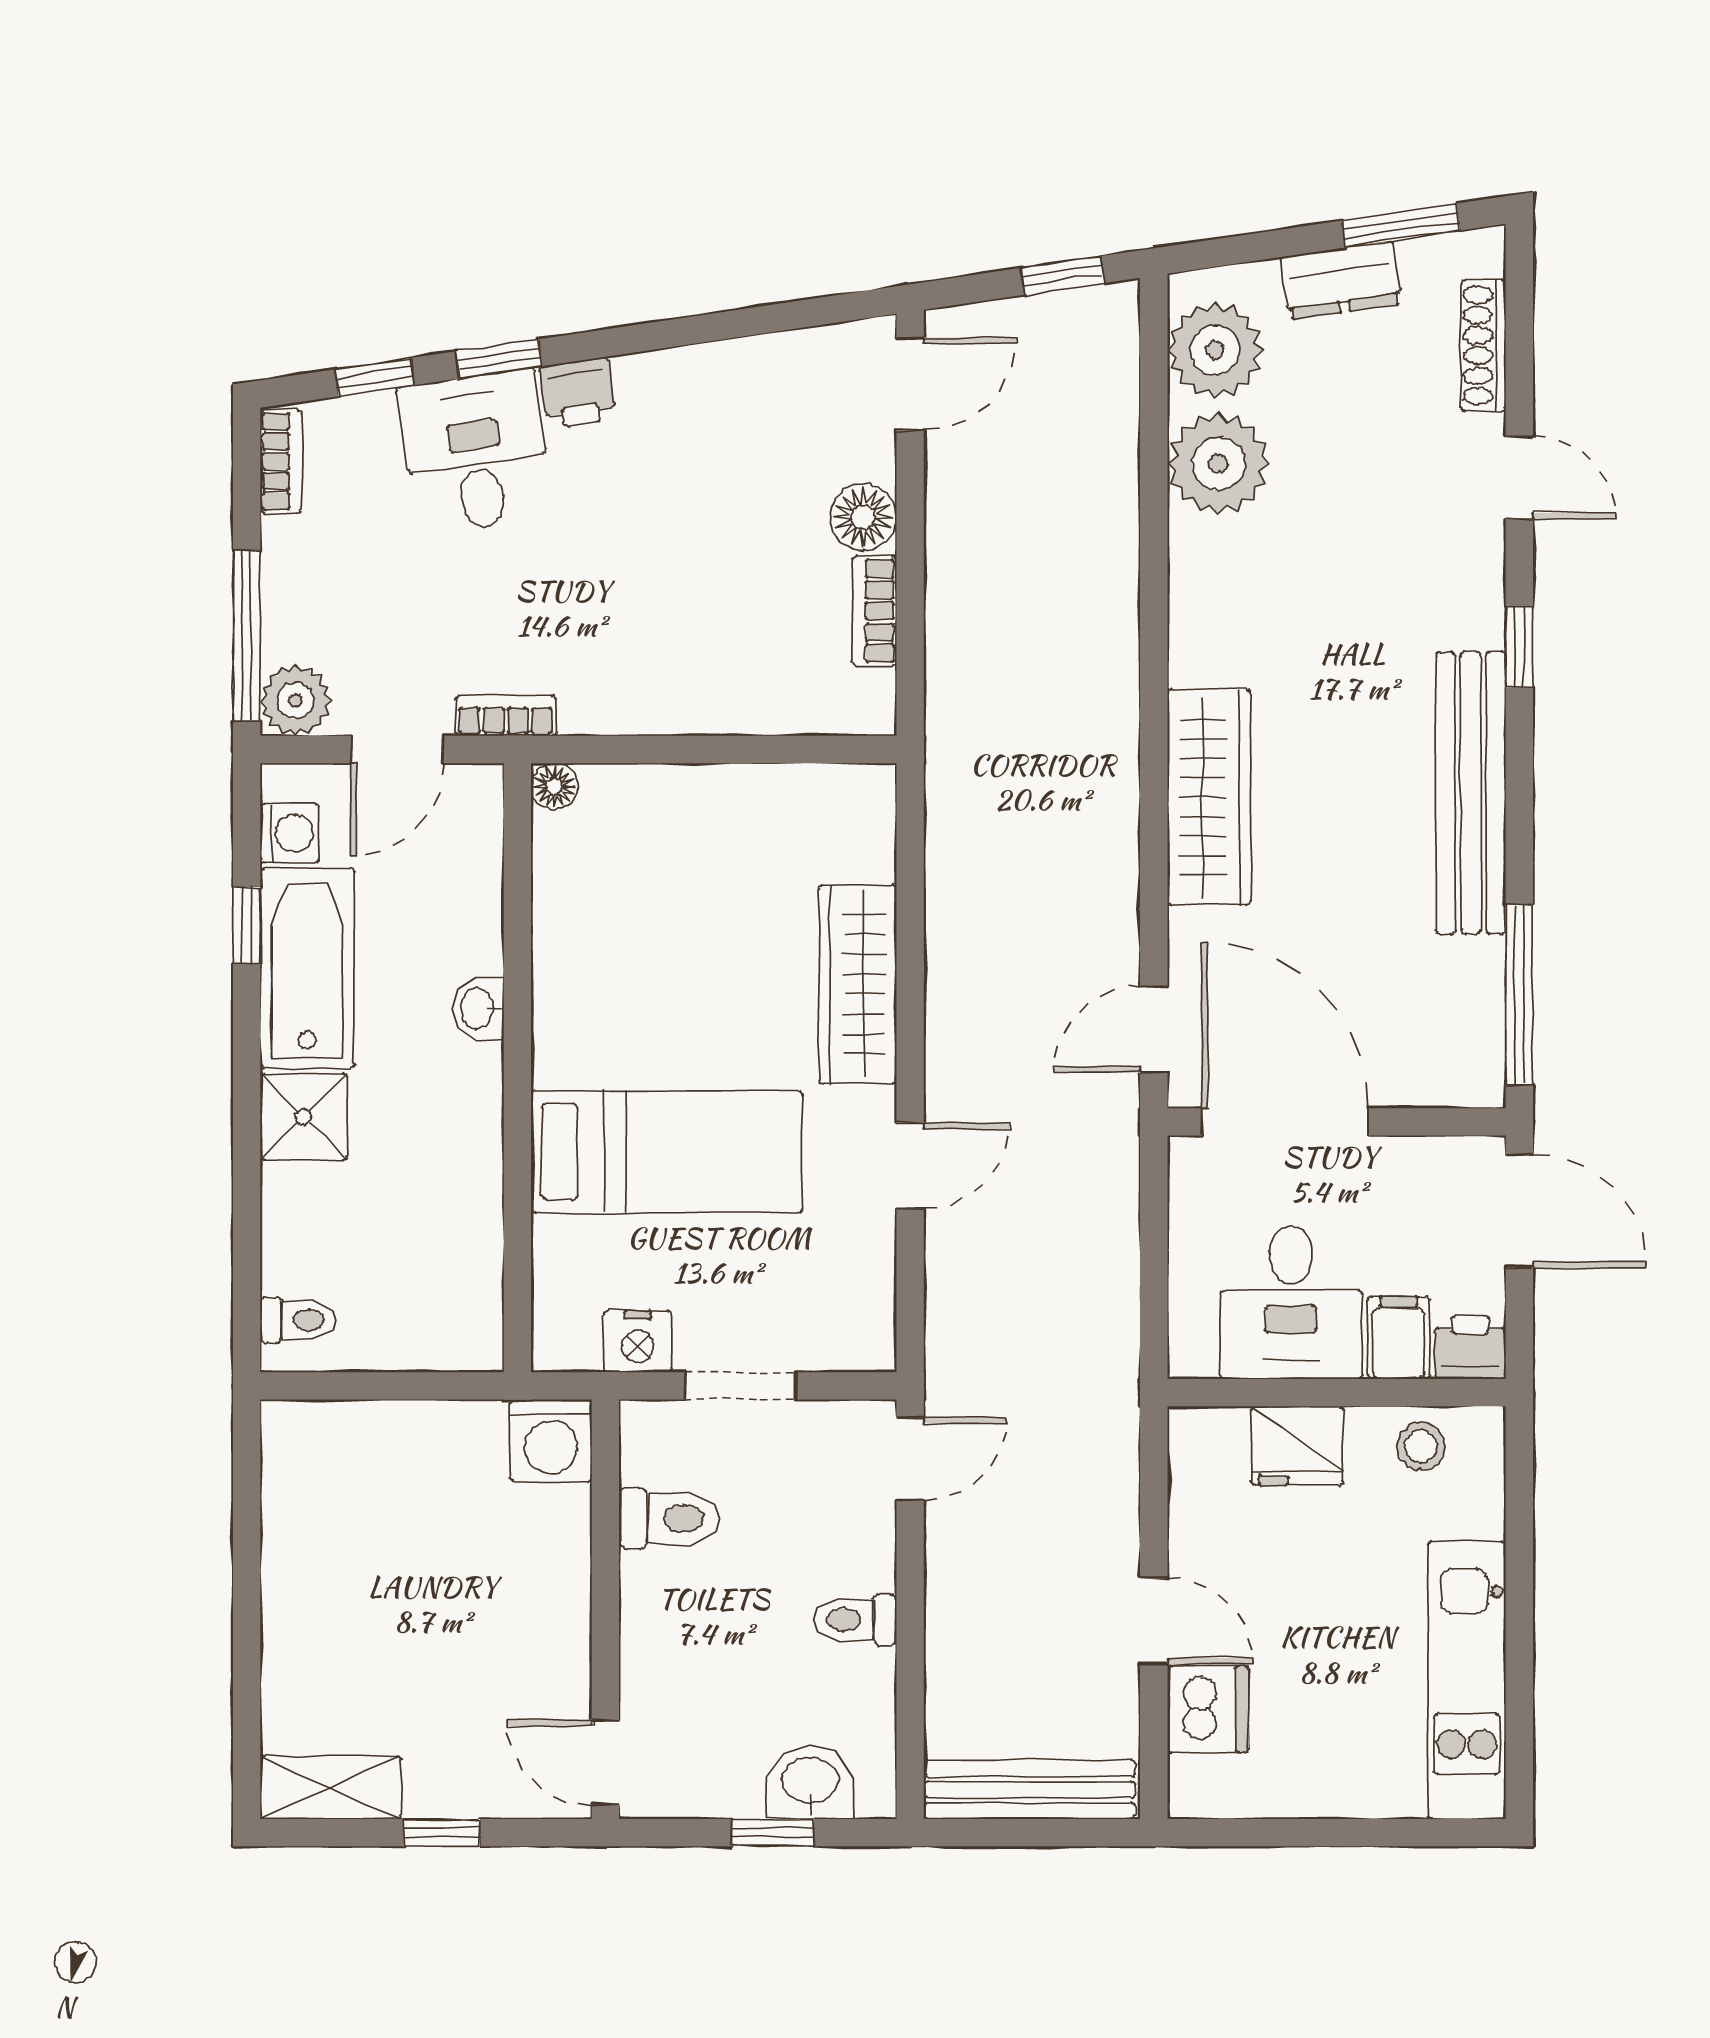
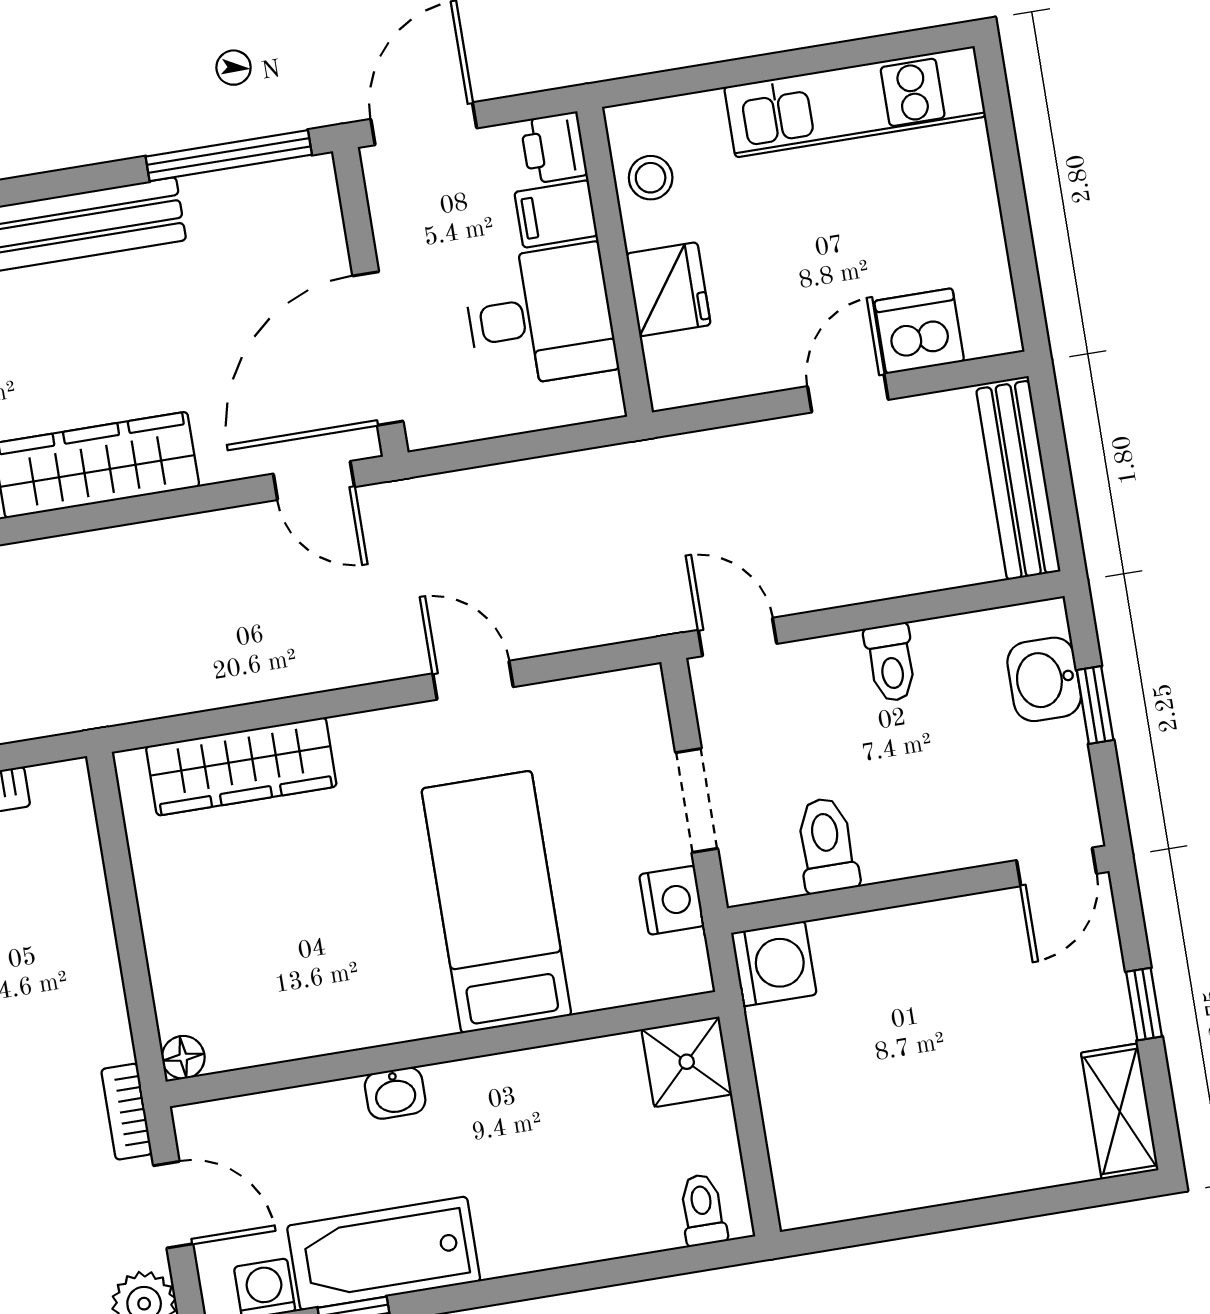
wardrobe: (858, 984) -> (241, 766), moved
shower: (303, 1117) -> (687, 1062), moved

